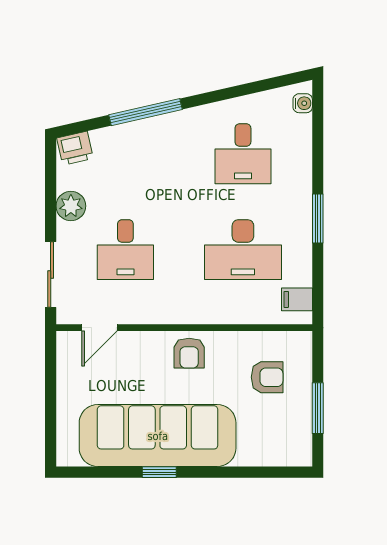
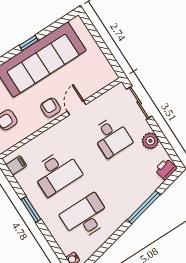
desk: (243, 154) -> (86, 217), width x1.37
desk: (125, 250) -> (112, 137), turned 180
desk: (243, 250) -> (57, 172), turned 180
door: (100, 328) -> (77, 108), moved

